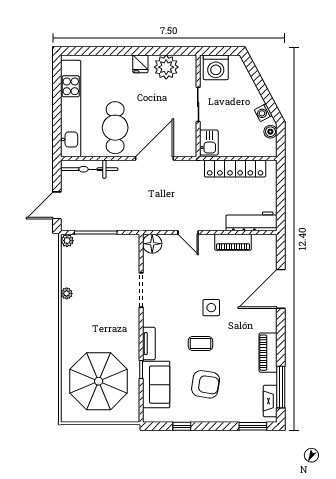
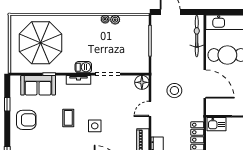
stool: (163, 200) -> (174, 91), added
plant: (67, 241) -> (115, 20), moved
barbecue: (132, 323) -> (83, 67), added
tv unit: (149, 344) -> (78, 80), moved
armchair: (206, 384) -> (26, 120), moved, turned -99

